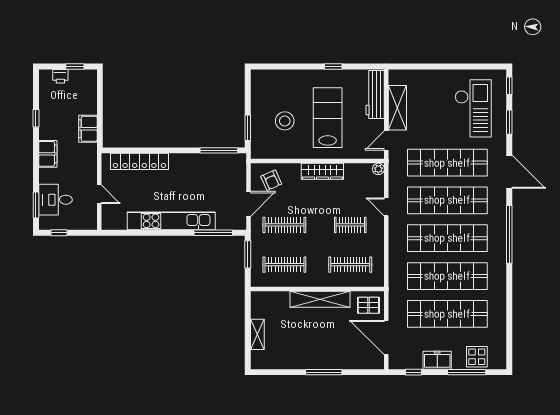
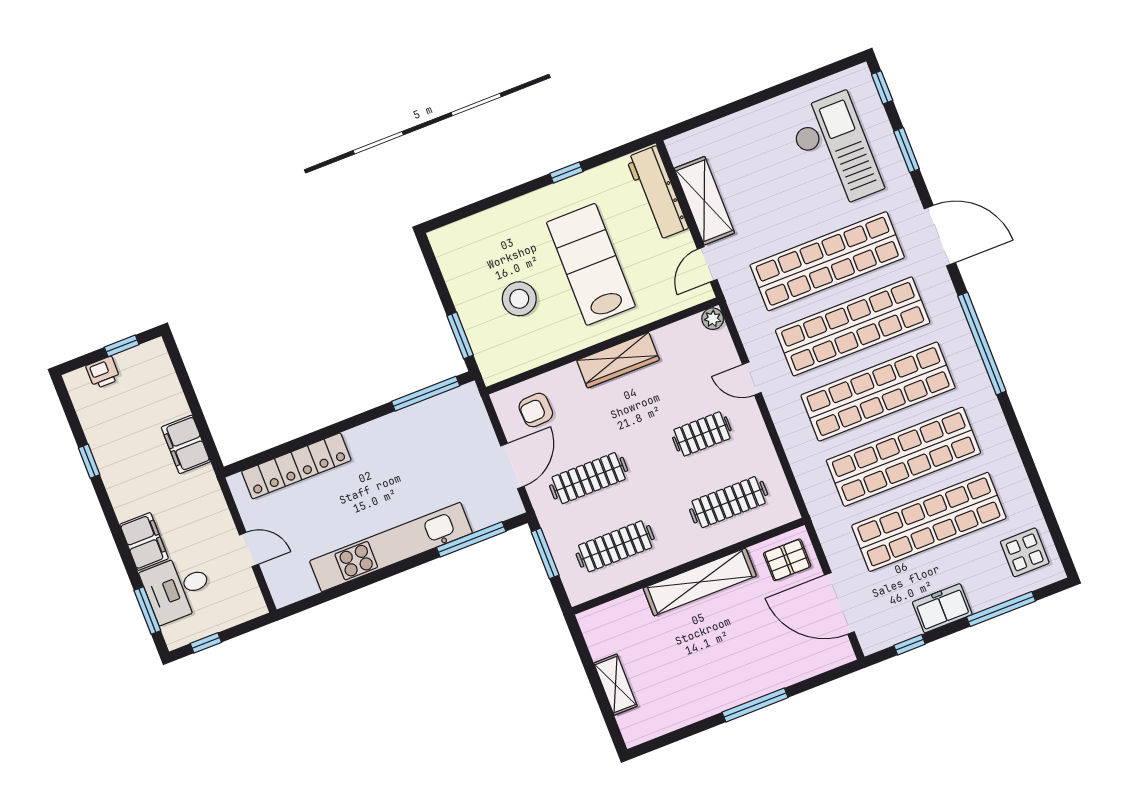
filing cabinet: (48, 154) -> (144, 541), moved
armchair: (271, 180) -> (536, 410), turned 111
display table: (477, 357) -> (1025, 552), moved

